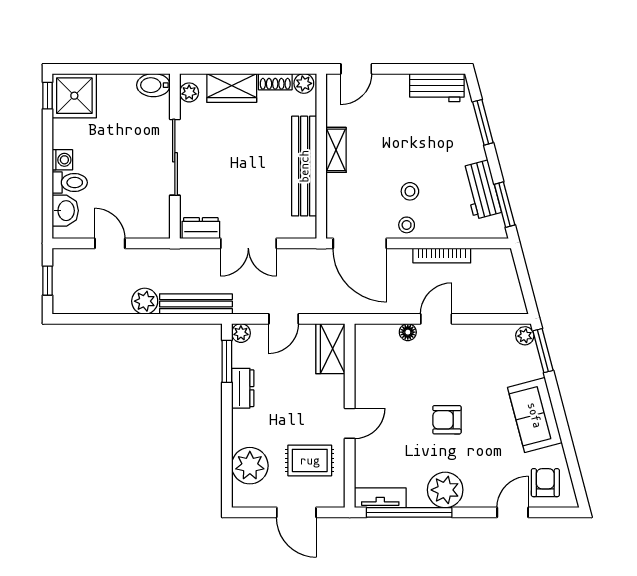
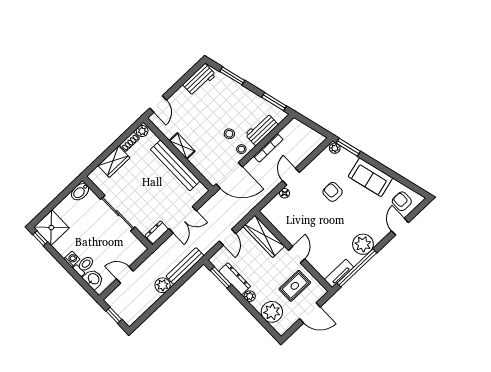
plant: (189, 92) -> (98, 180), removed
workbench: (481, 190) -> (262, 129), moved, turned 105
plant: (241, 333) -> (250, 296), moved
wardrobe: (330, 349) -> (264, 236), width x1.50
dresser: (243, 388) -> (235, 279), width x1.44
armchair: (447, 420) -> (333, 192), moved, turned 90

